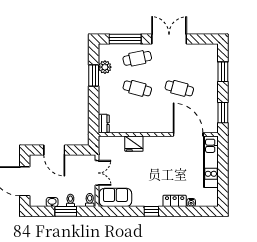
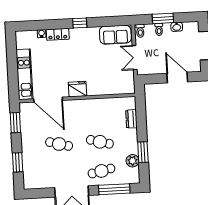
dresser: (104, 124) -> (131, 119), moved
fridge: (134, 144) -> (77, 89), moved

